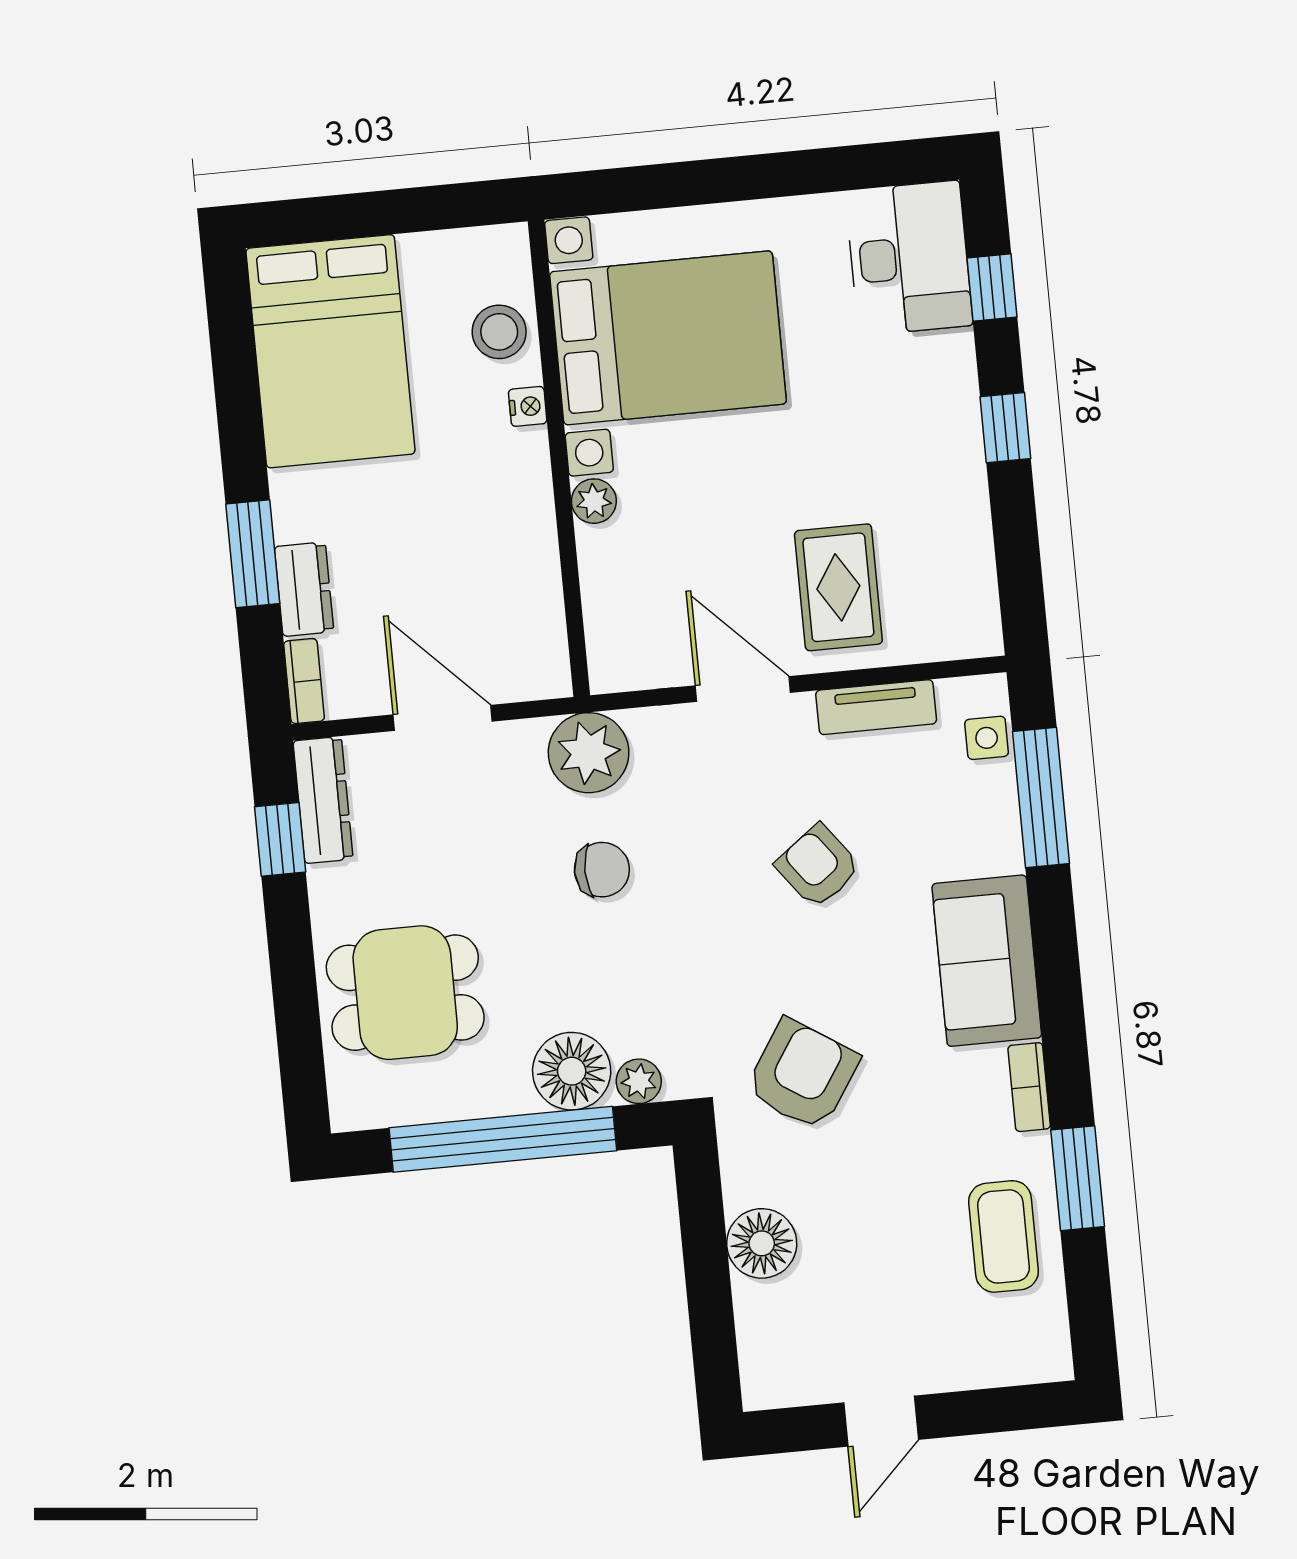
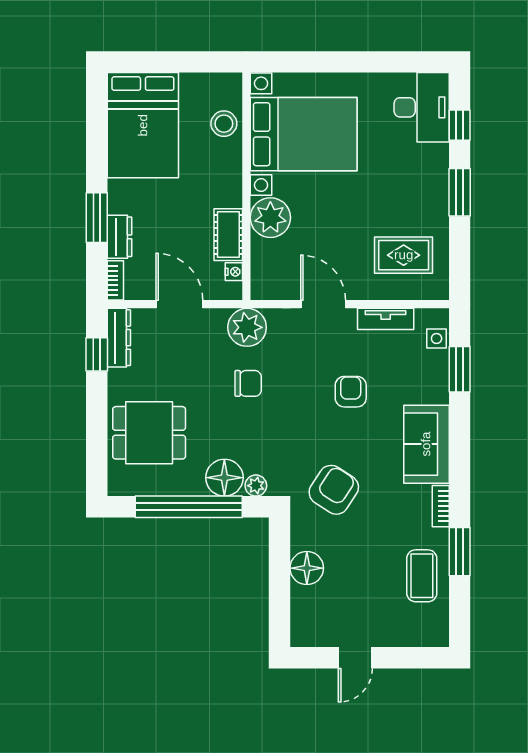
nightstand: (528, 406) -> (234, 272), moved
window: (1005, 428) -> (460, 192), width x1.50
plant: (594, 501) -> (270, 218), width x1.88, depth x1.88
cot: (531, 563) -> (228, 235), added
rug: (838, 587) -> (404, 255), moved, turned 90
window: (1041, 797) -> (460, 369), width x0.69
armchair: (818, 866) -> (351, 392), turned 37

